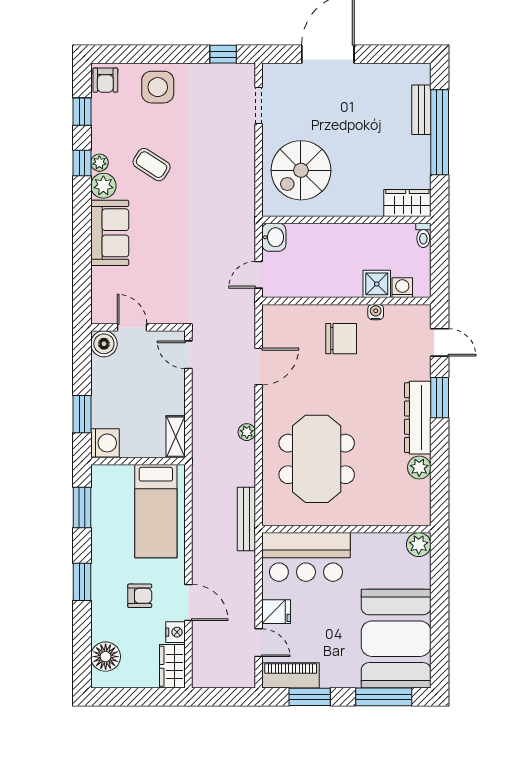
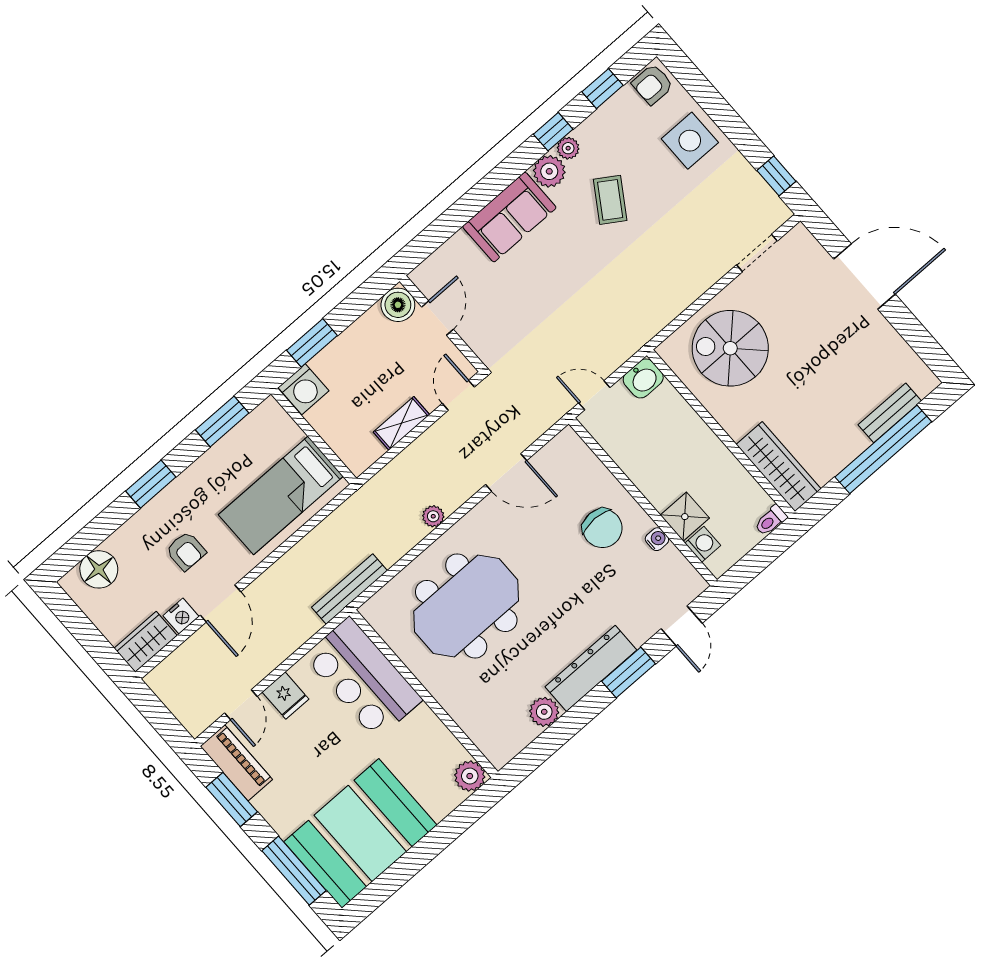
wardrobe: (407, 203) -> (779, 467), width x1.50
shelving: (176, 437) -> (401, 423), moved

